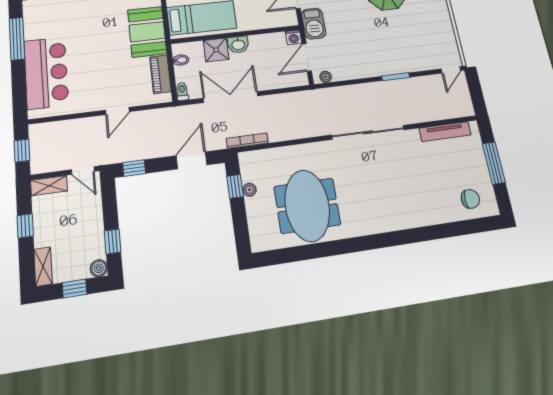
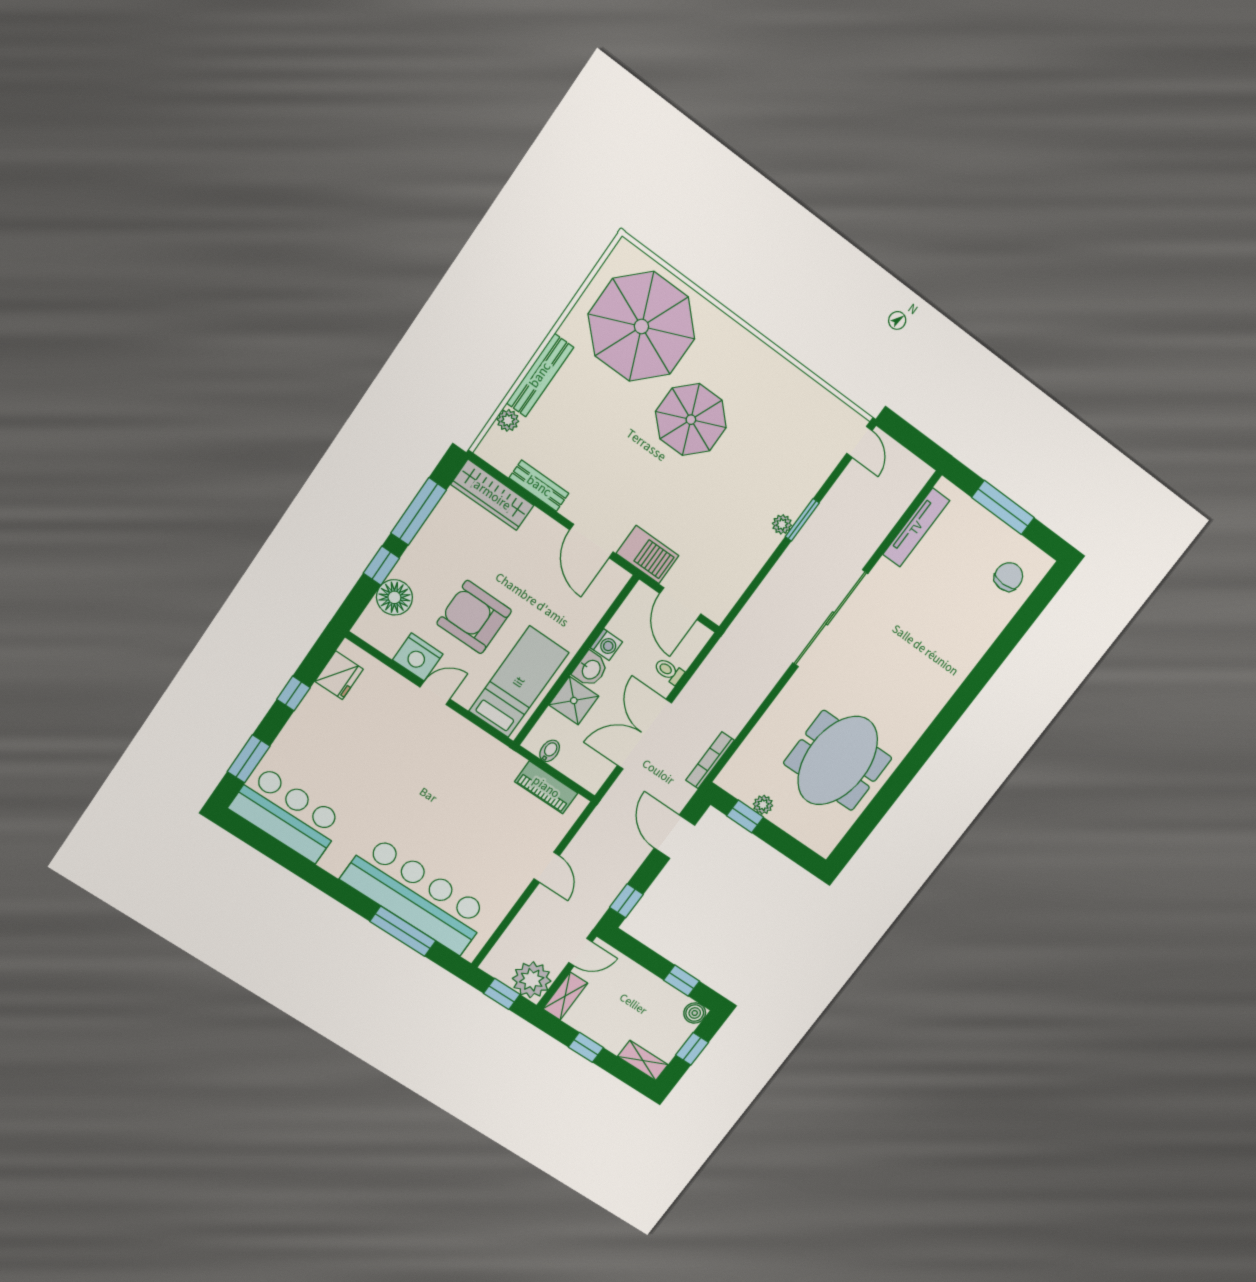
booth: (147, 32) -> (480, 759), removed
washing machine: (294, 37) -> (606, 645), moved
window: (17, 39) -> (403, 931), moved
bar counter: (46, 73) -> (416, 895), width x1.36
plant: (326, 77) -> (782, 524), moved
toilet: (182, 91) -> (669, 671), moved
plant: (44, 159) -> (532, 980), added
meeting table: (307, 206) -> (838, 761), turned 90

